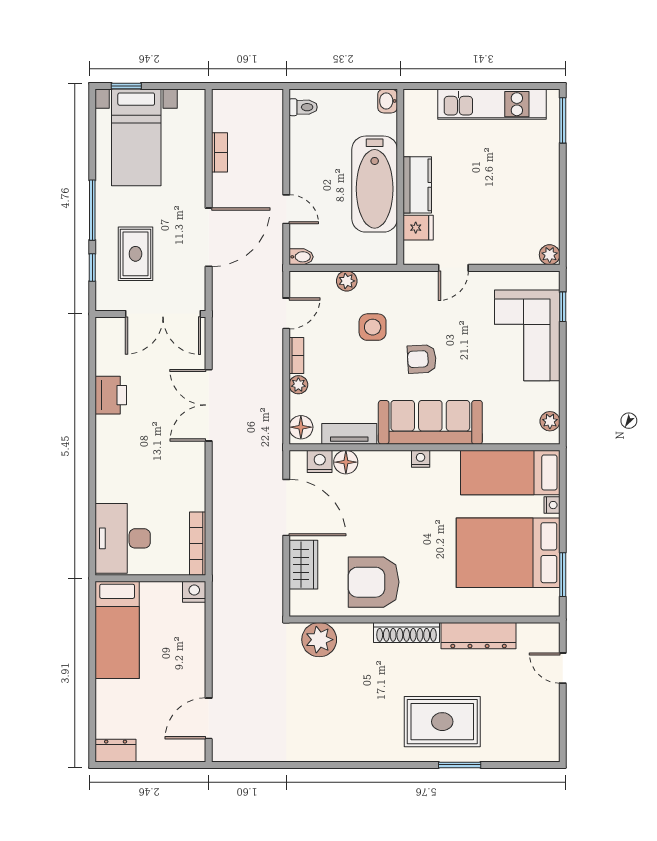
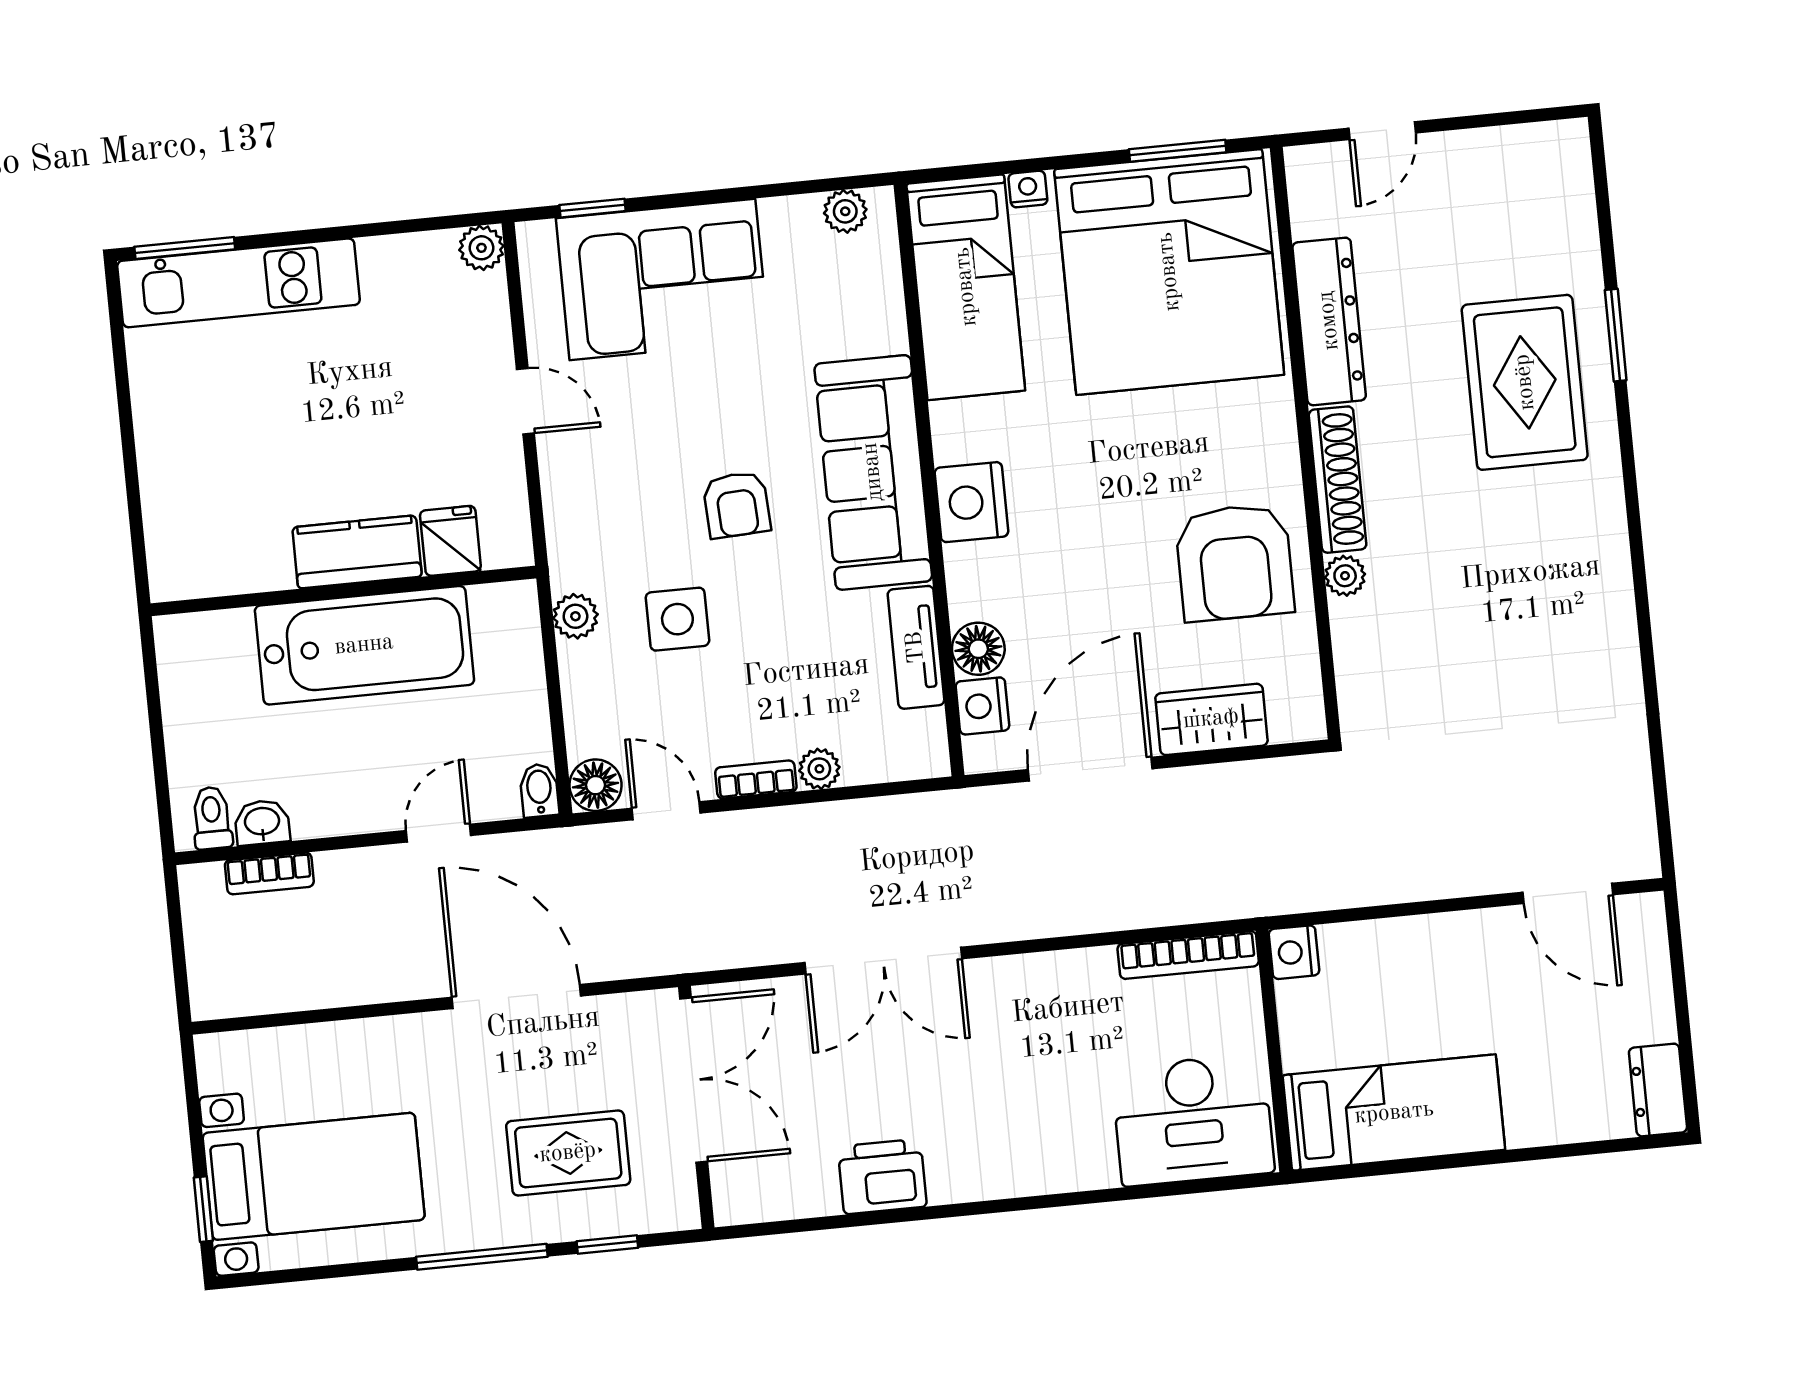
washbasin: (388, 101) -> (262, 822), moved, turned 180
kitchen unit: (492, 104) -> (239, 283), moved, turned 90
bookcase: (219, 152) -> (269, 873), moved, turned 180
door: (453, 268) -> (525, 401), moved
plant: (347, 281) -> (575, 616), moved
floor lamp: (301, 427) -> (596, 785), moved
nightstand: (421, 459) -> (971, 502), width x1.89, depth x1.79
bed: (508, 553) -> (1169, 272), width x1.36
plant: (319, 640) -> (1345, 576), moved, width x0.53, depth x0.53

